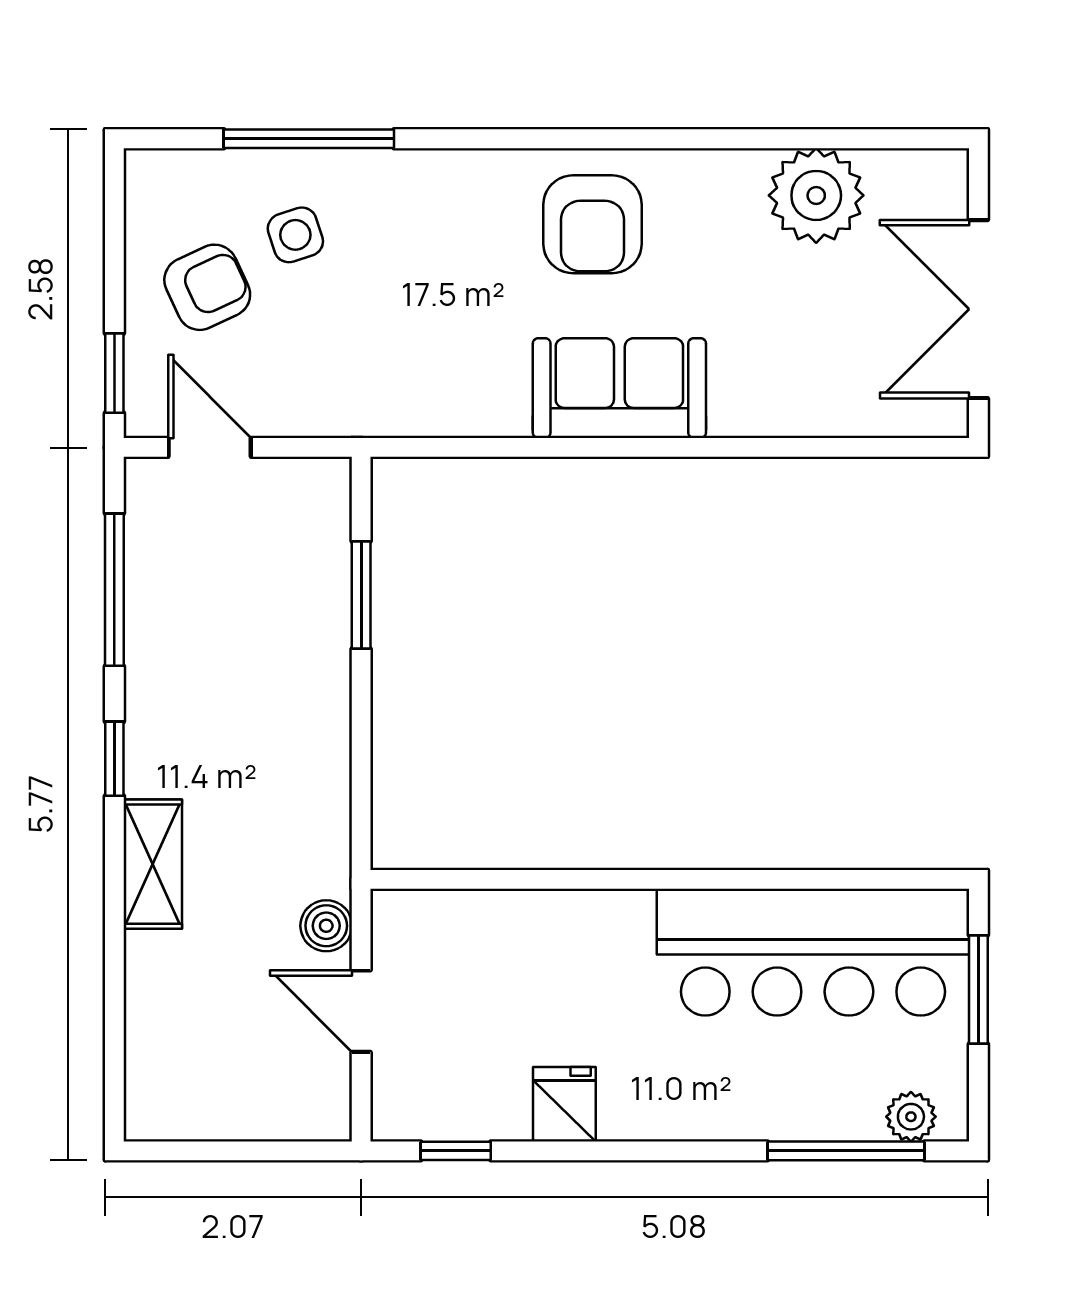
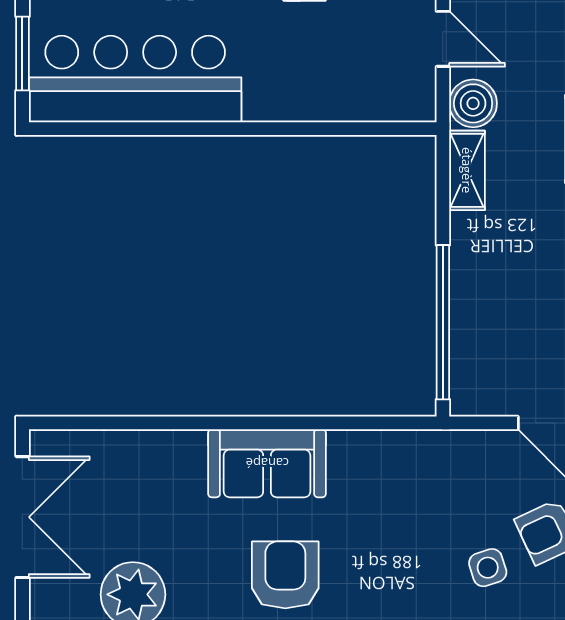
window: (361, 595) -> (443, 322), width x2.11
shelving: (326, 818) -> (467, 170), added
boiler: (326, 926) -> (473, 103), width x1.36, depth x1.36

